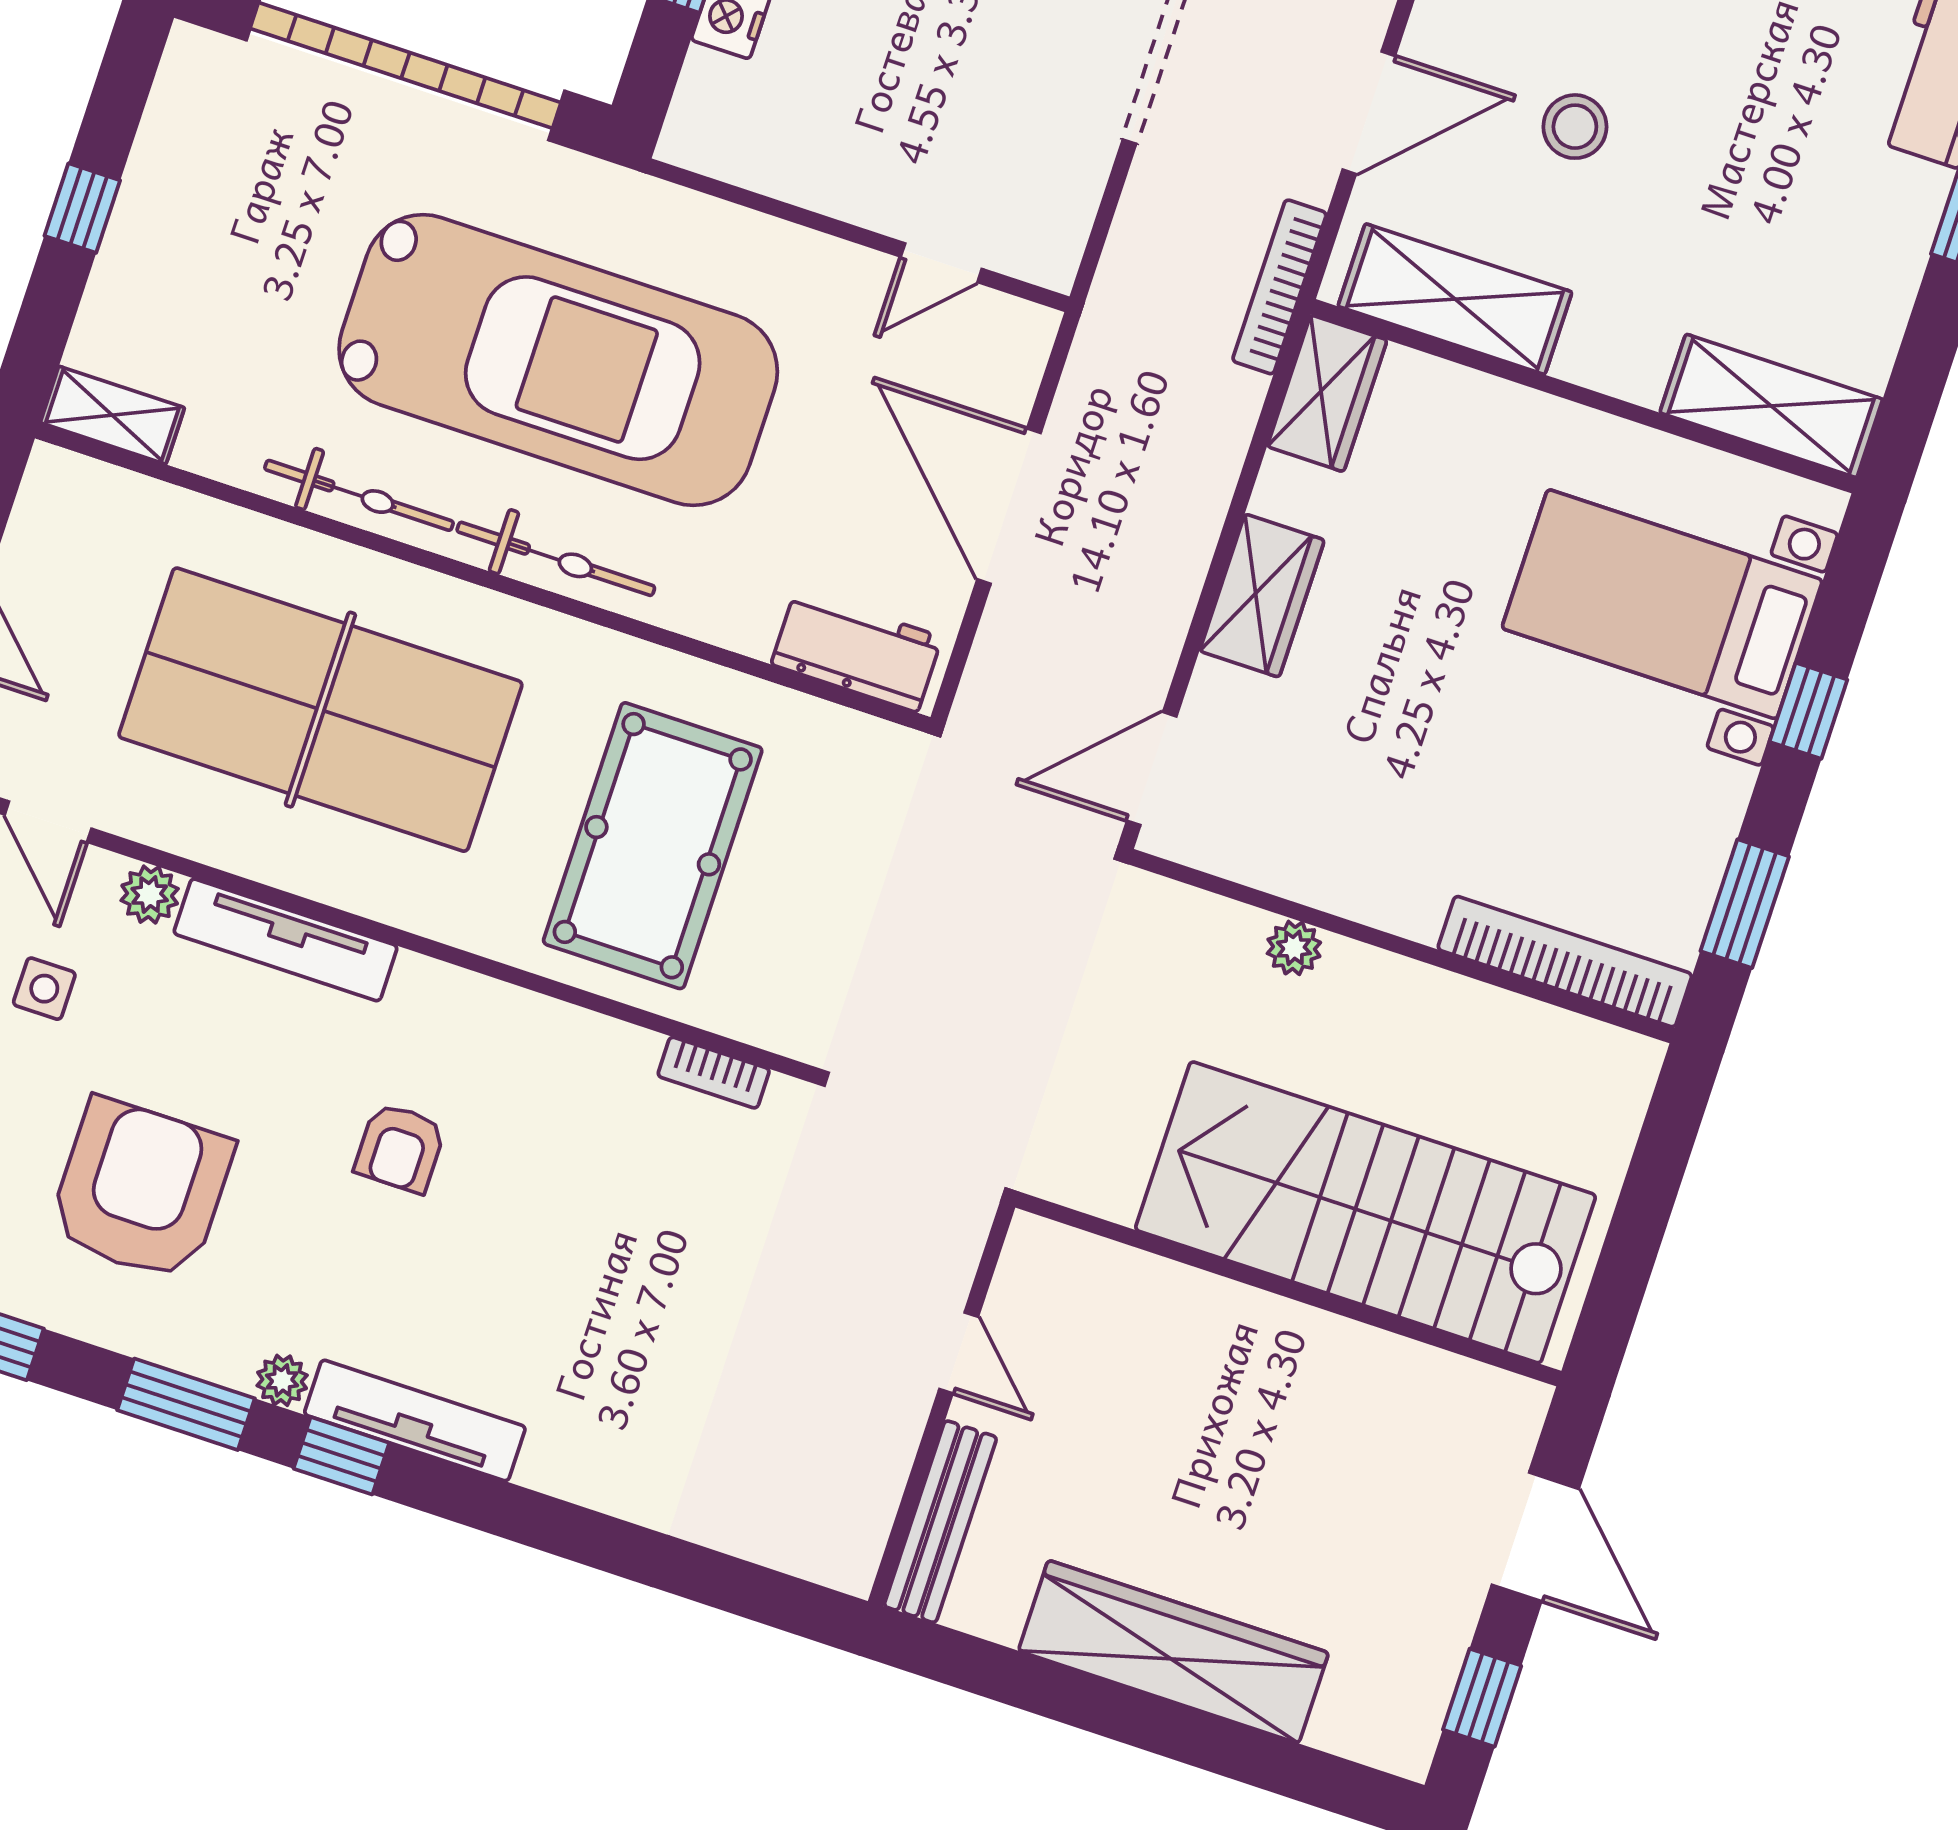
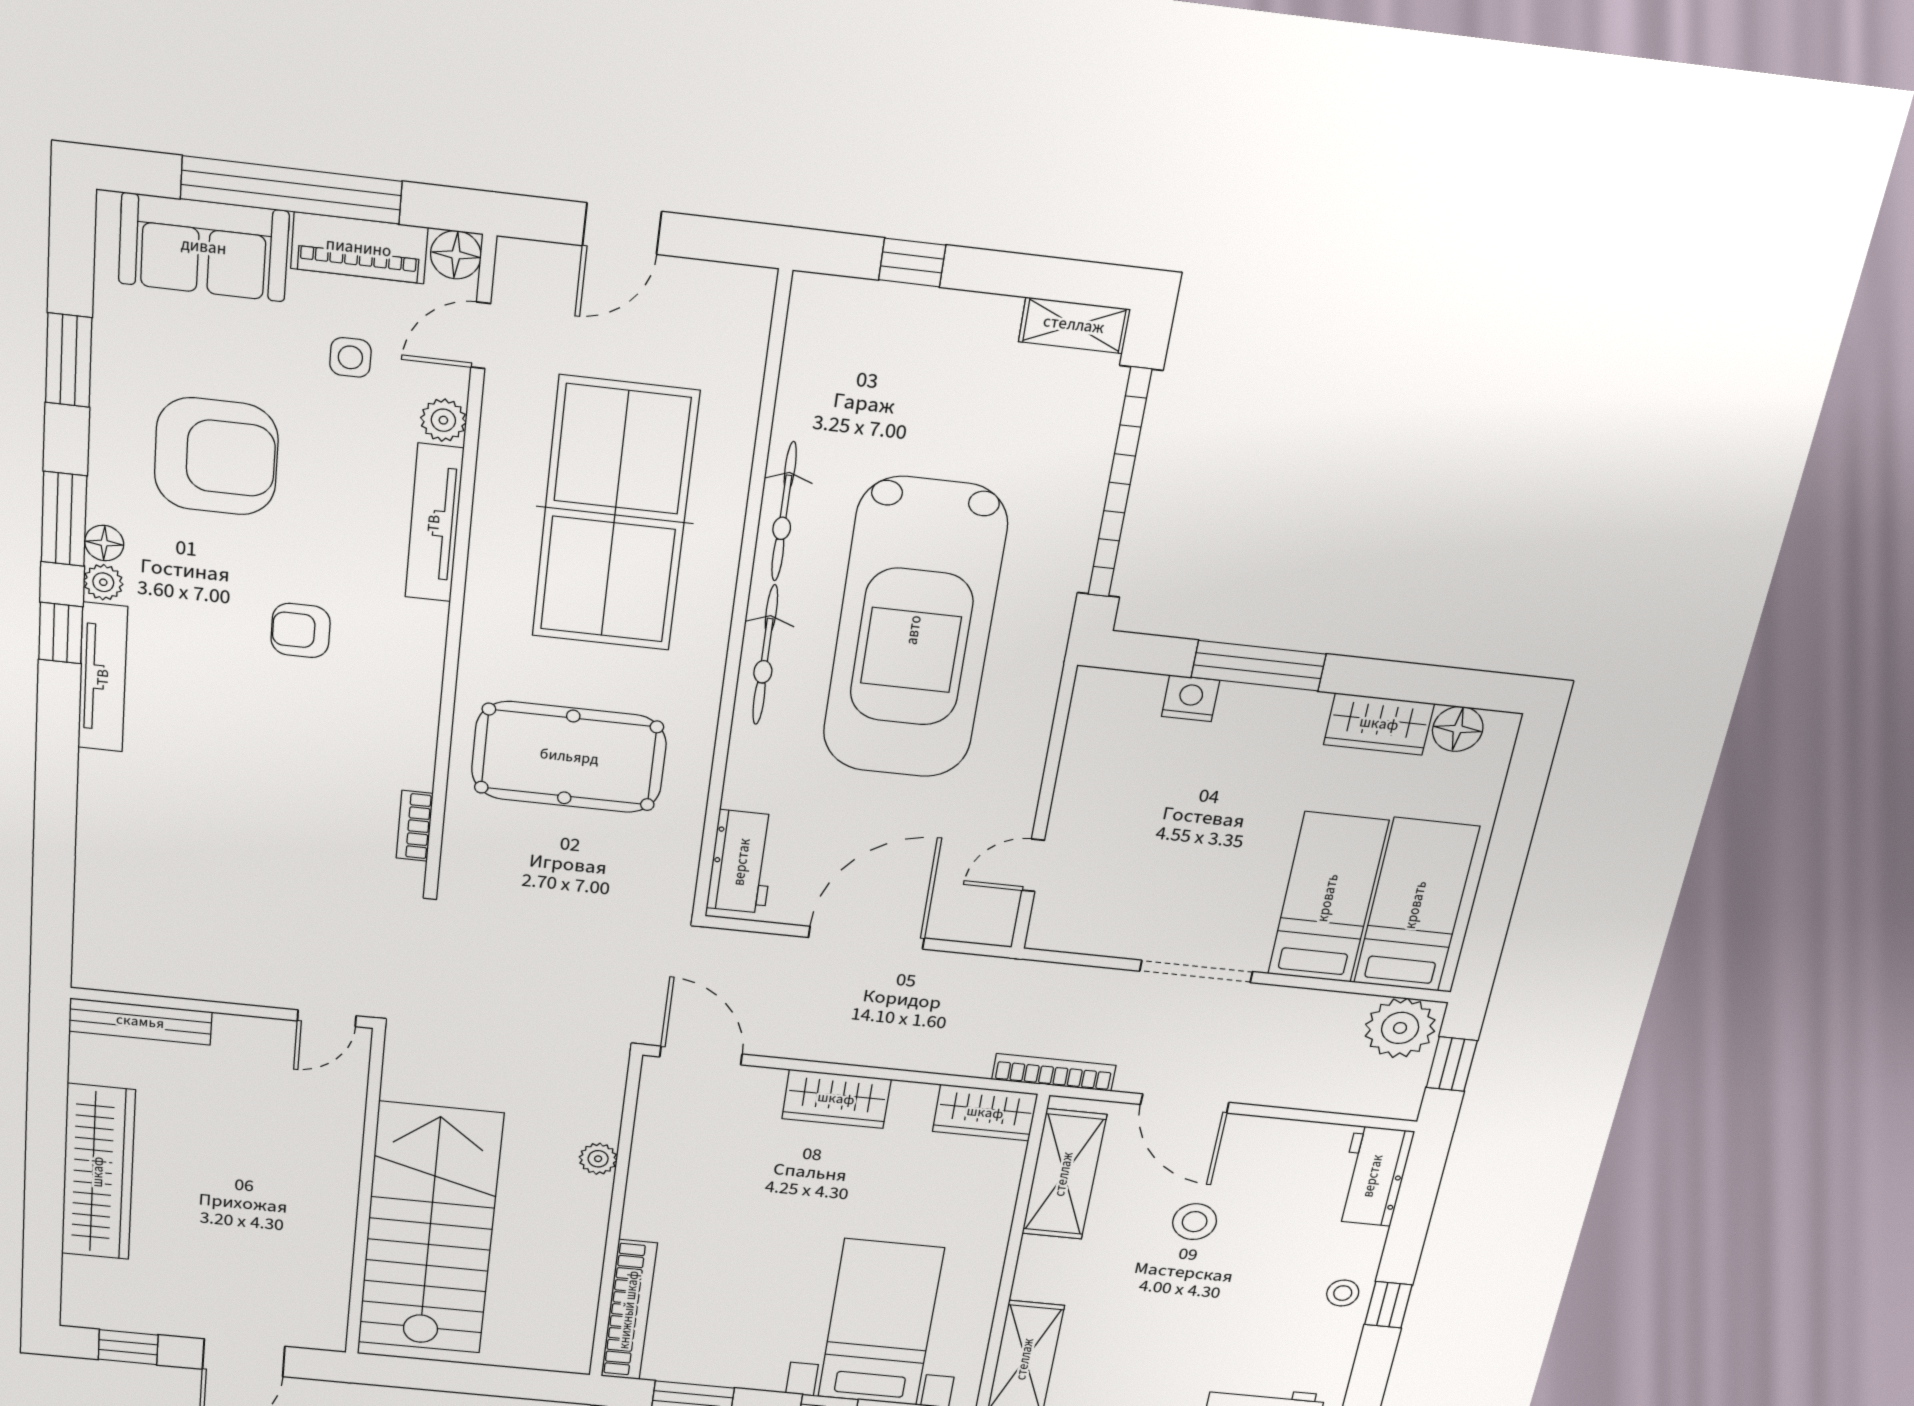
window: (82, 208) -> (912, 262), moved
door: (941, 263) -> (1033, 865), hinge flipped
shelving: (112, 415) -> (1074, 325), moved, turned 90
door: (959, 1353) -> (327, 1018), moved
floor lamp: (229, 1363) -> (104, 543), added

